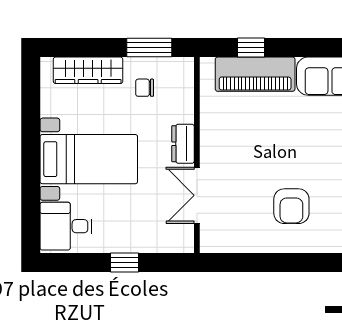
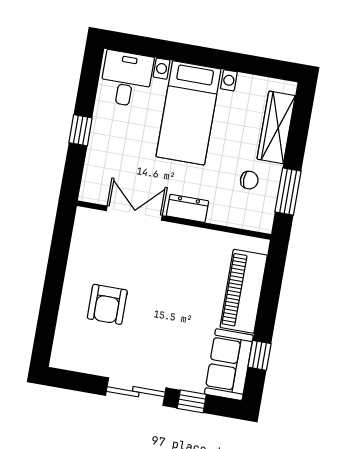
window: (251, 48) -> (260, 355), moved
chair: (145, 88) -> (249, 180), turned 90
armchair: (291, 206) -> (107, 304), turned -90

